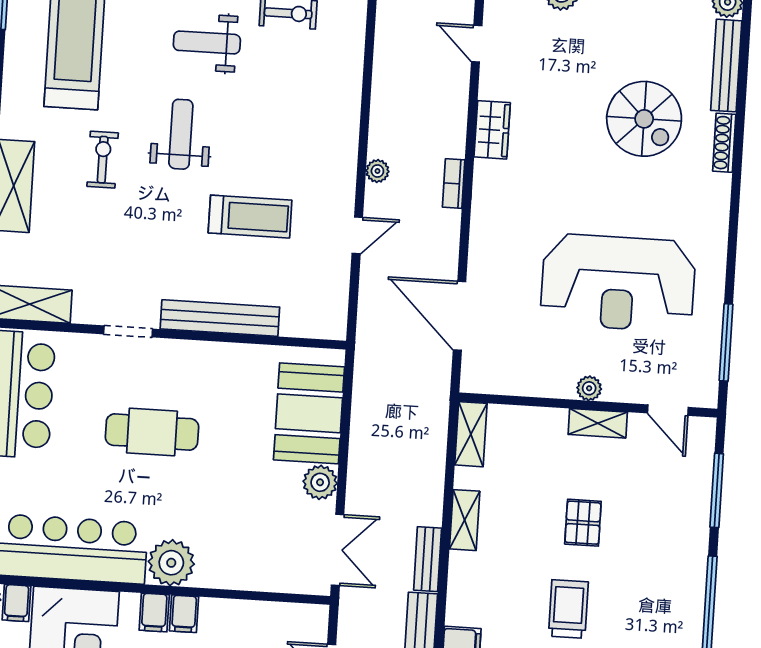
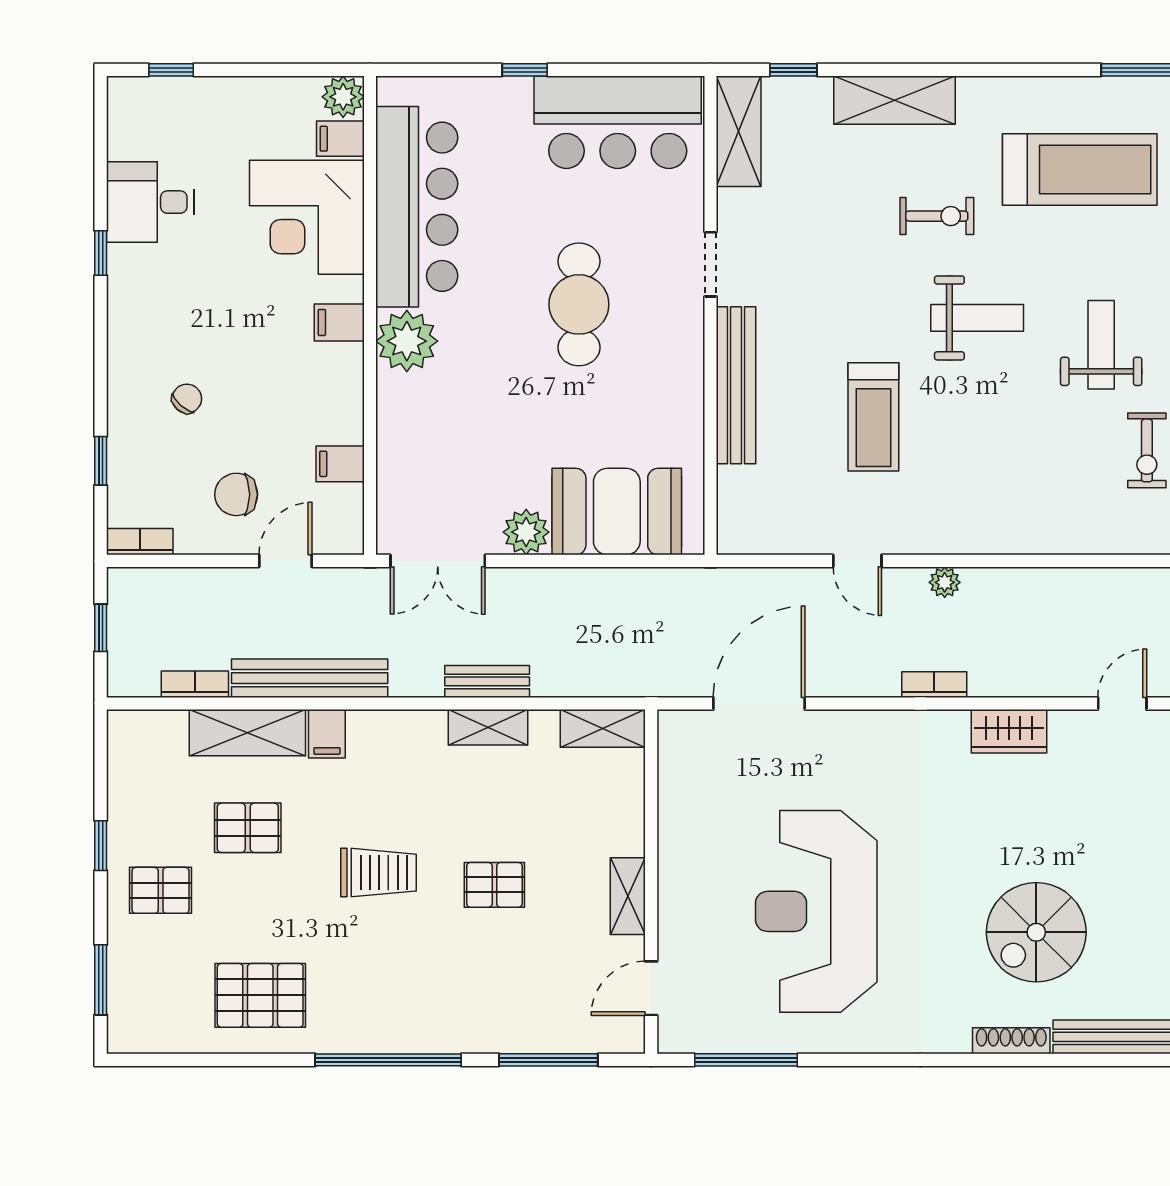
plant: (589, 388) -> (674, 882), removed
bench: (428, 559) -> (487, 681), moved
filing cabinet: (184, 614) -> (340, 464), moved

